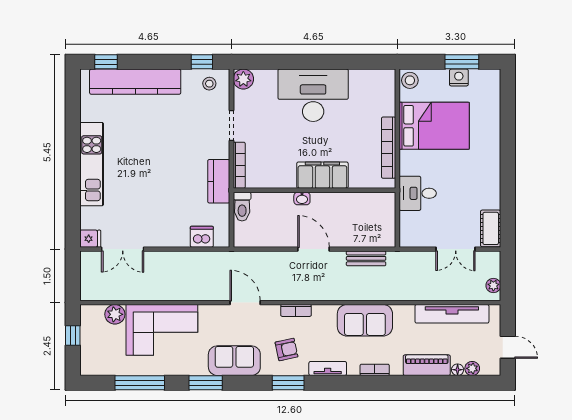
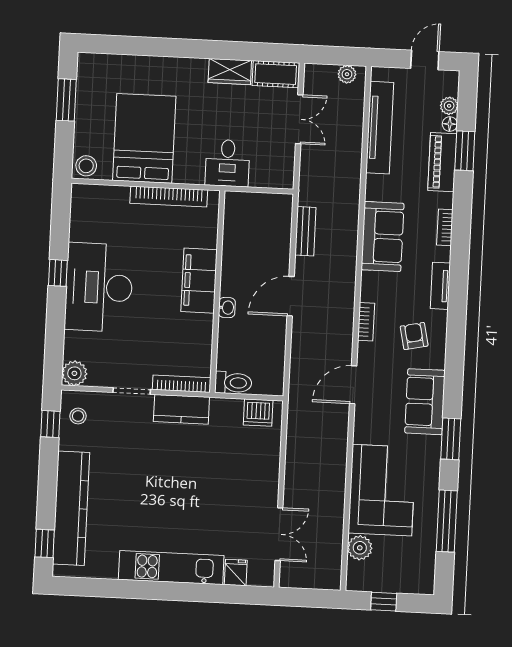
window: (323, 62) -> (58, 273), added
nightstand: (459, 78) -> (86, 105), removed
kitchen counter: (219, 181) -> (181, 409), moved
wardrobe: (491, 192) -> (230, 72), added
dishwasher: (202, 237) -> (258, 413), moved, turned -90
fridge: (90, 239) -> (236, 573), moved
window: (288, 383) -> (465, 151), moved

